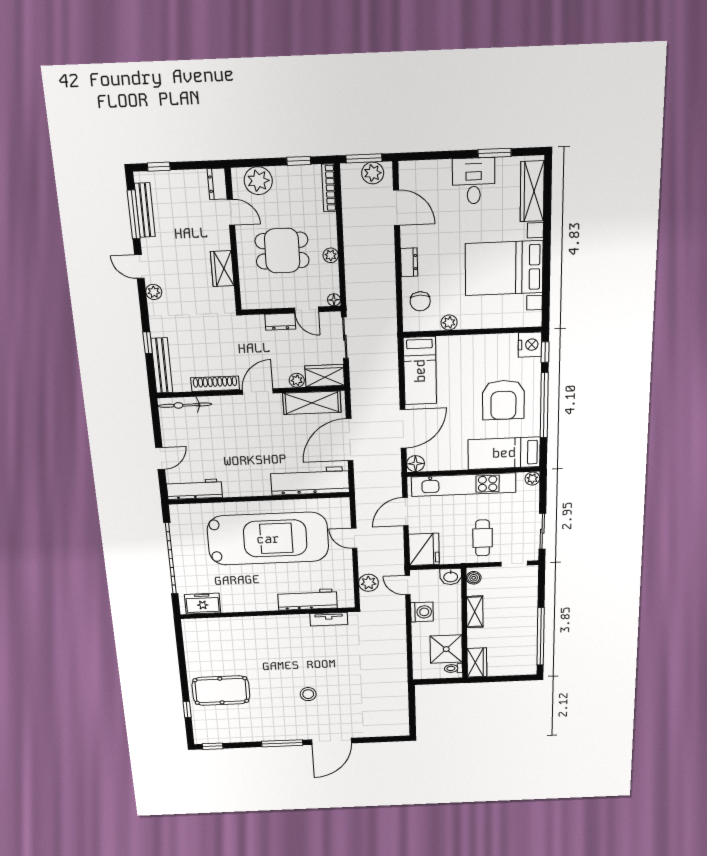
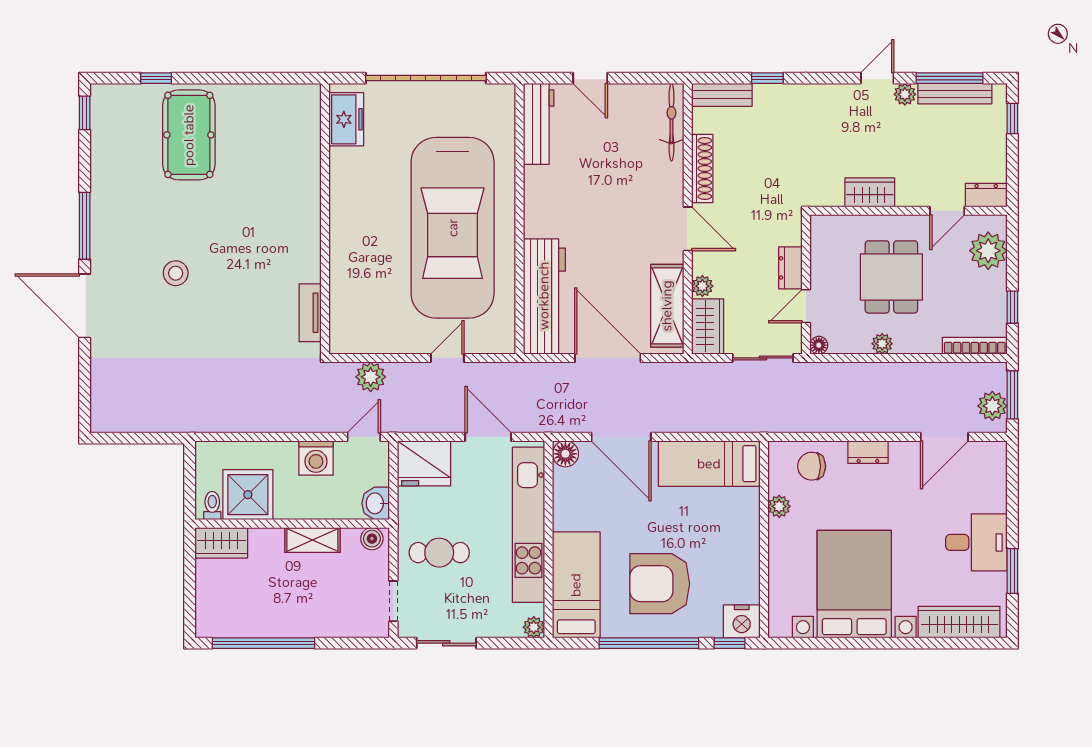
plant: (154, 292) -> (905, 94), moved
bench: (162, 365) -> (722, 95), width x0.73
workbench: (308, 600) -> (346, 282), removed

